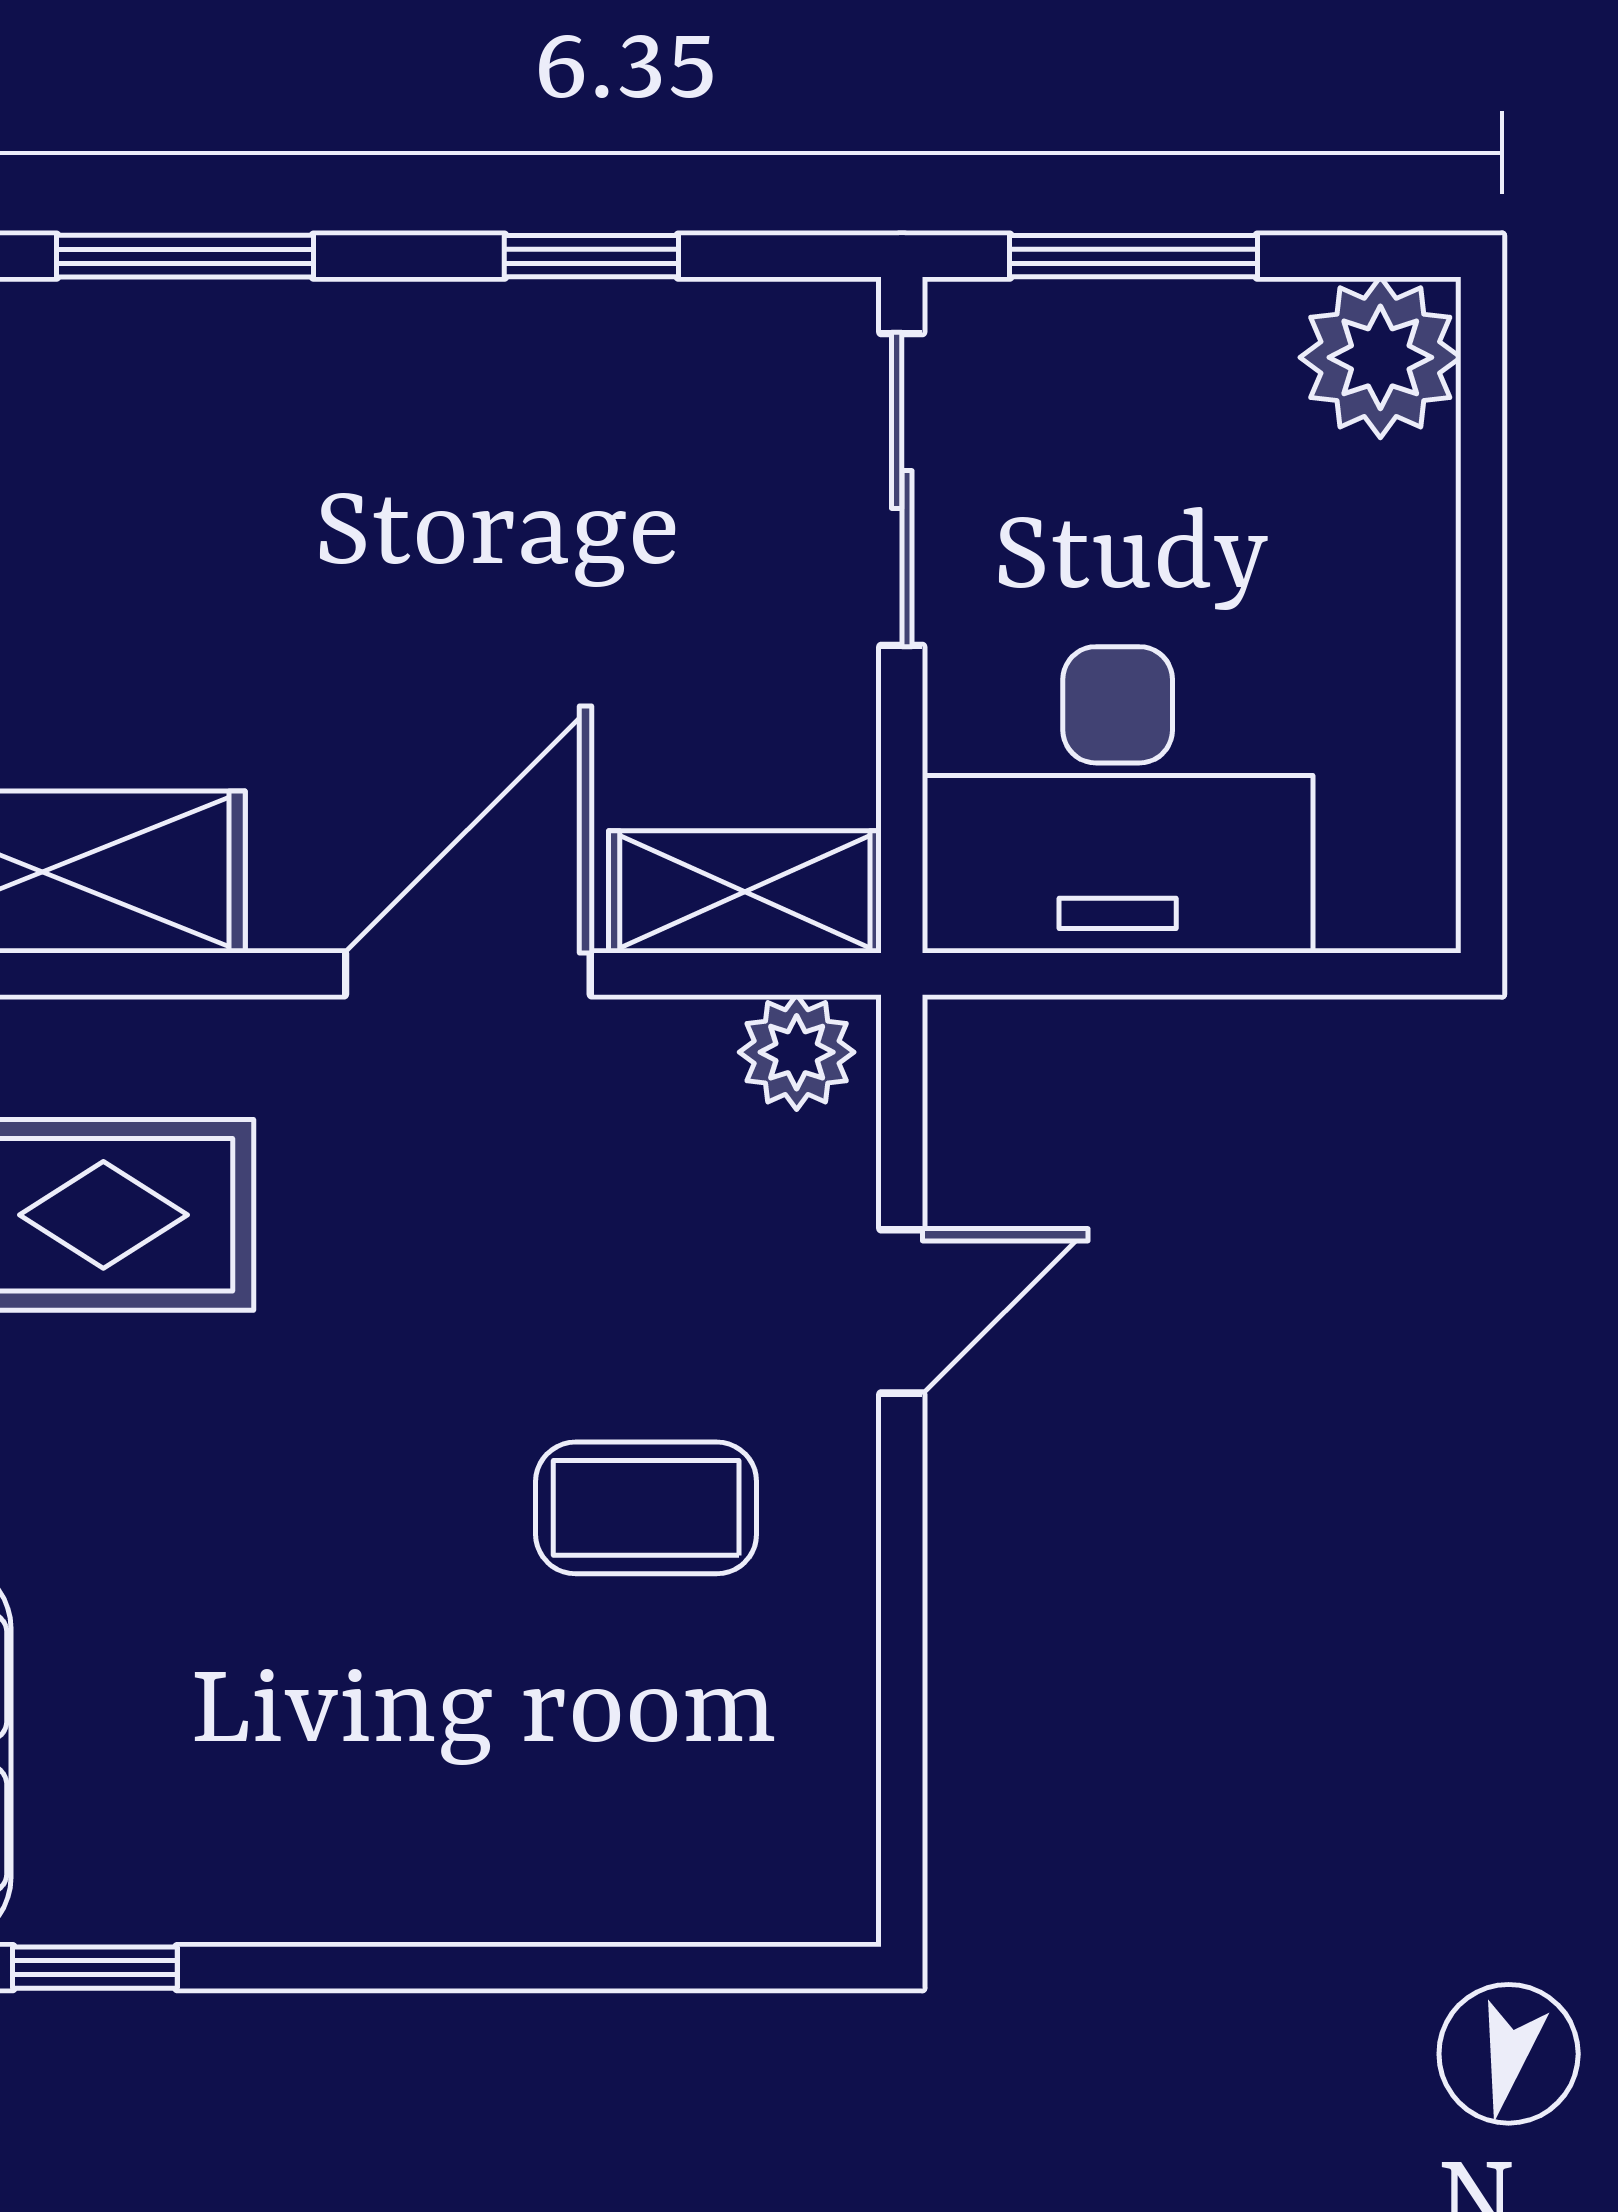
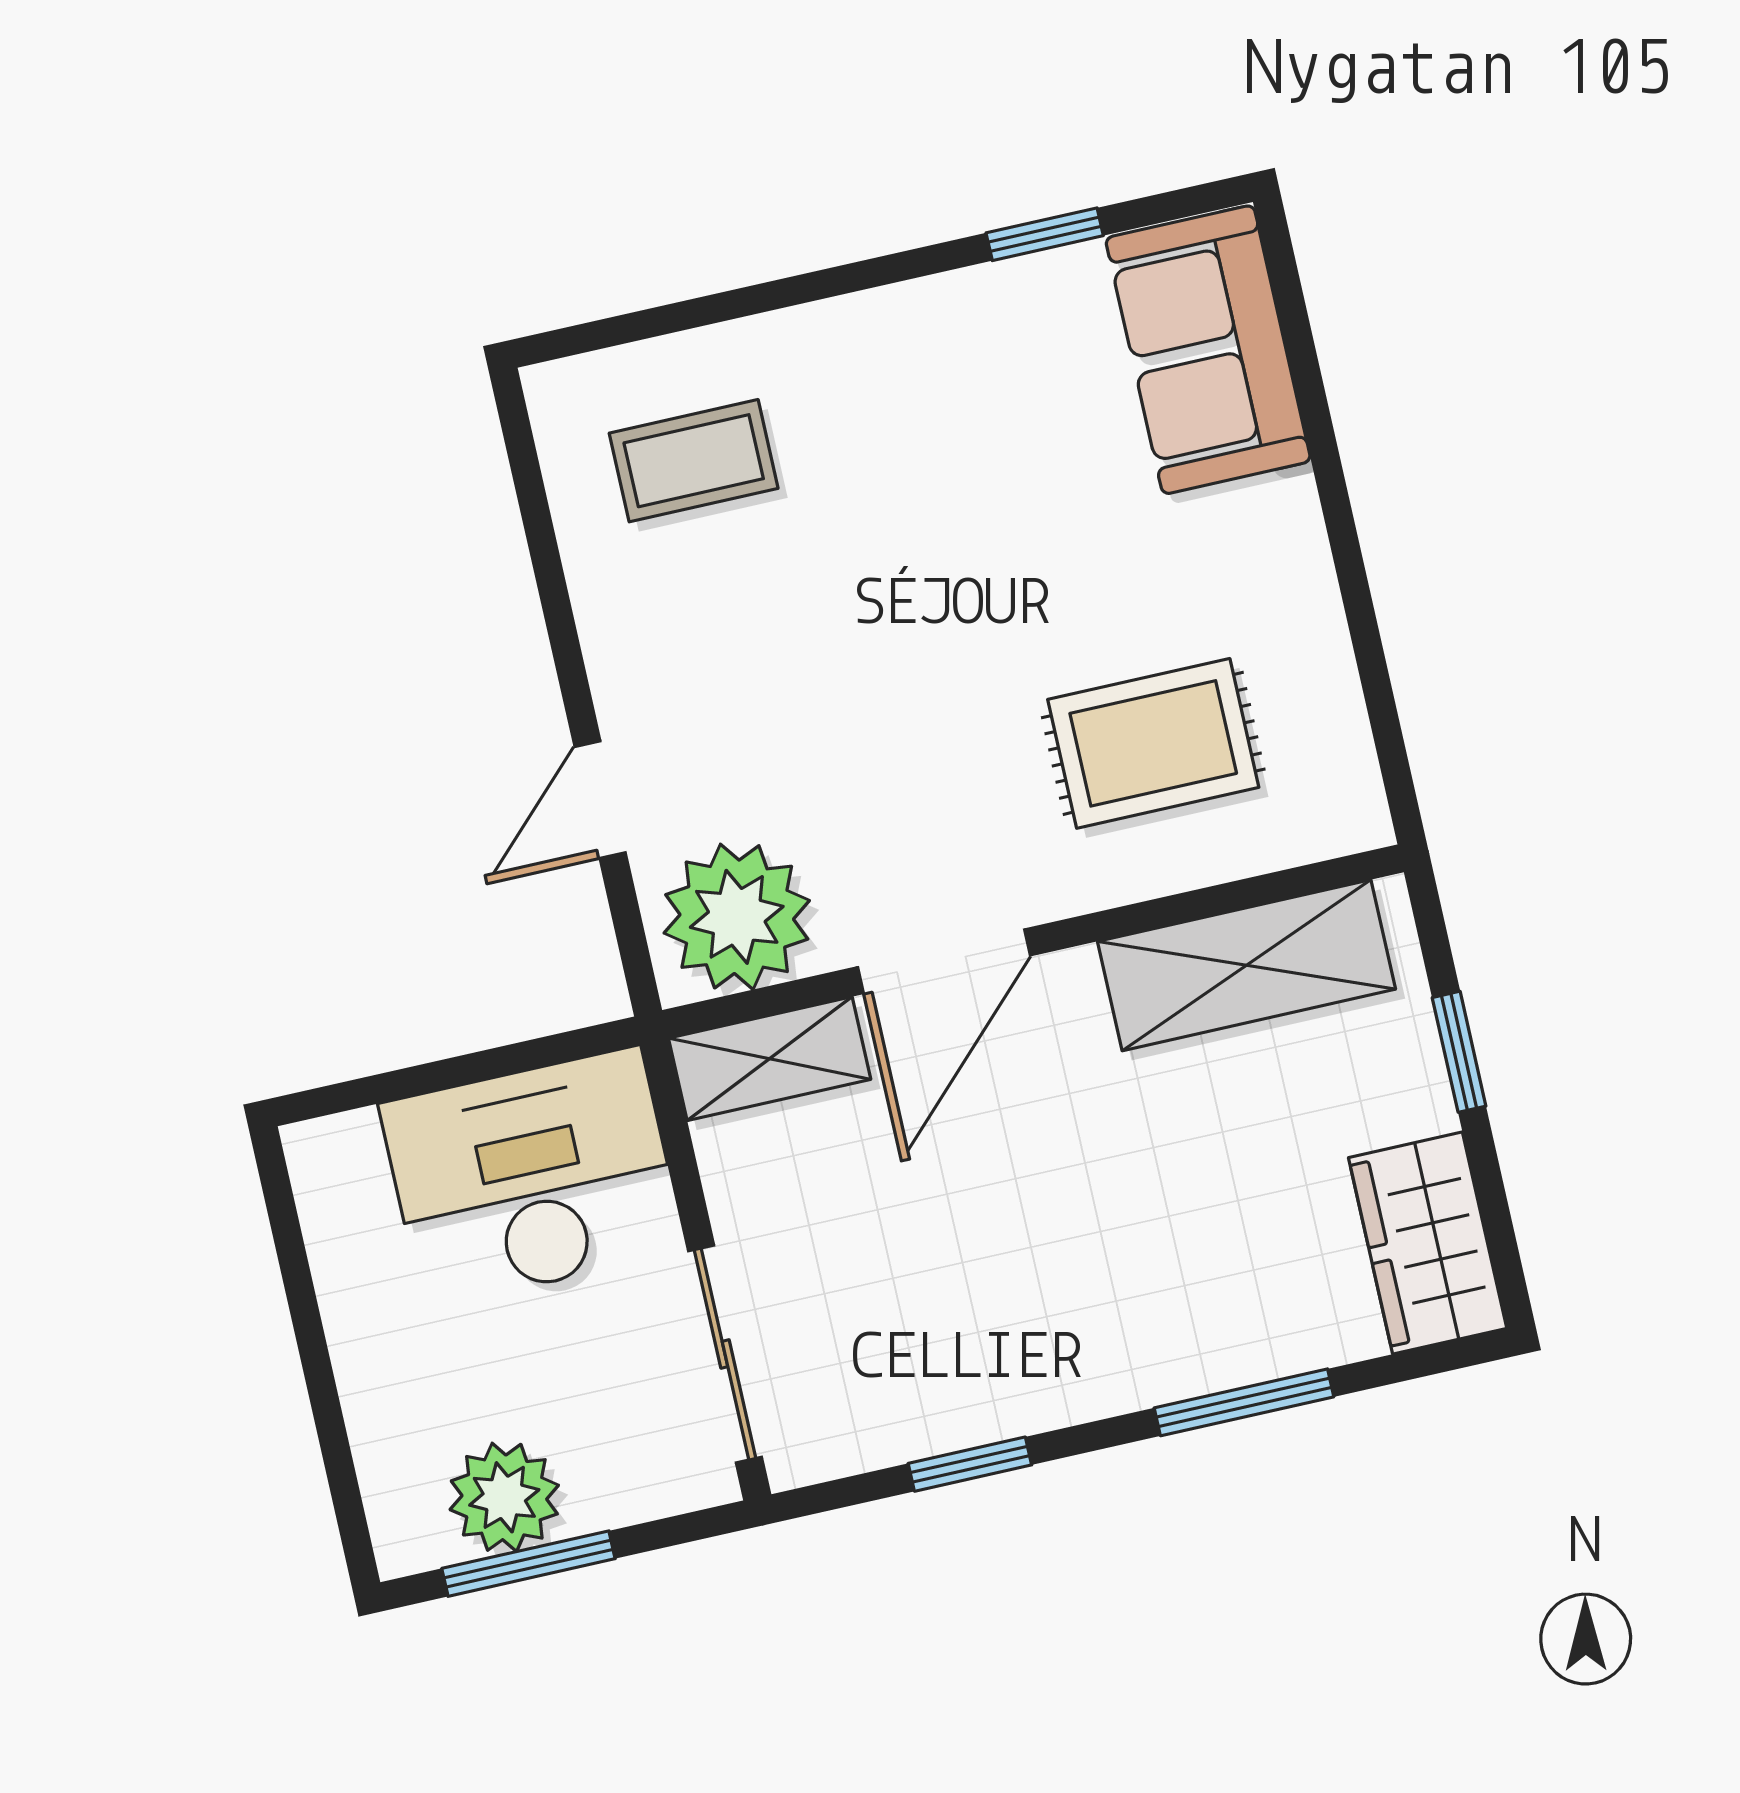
window: (1133, 256) -> (528, 1564), moved
plant: (1380, 357) -> (504, 1497), moved
plant: (797, 1052) -> (737, 917), width x1.87, depth x1.87
coffee table: (646, 1508) -> (694, 461), moved

